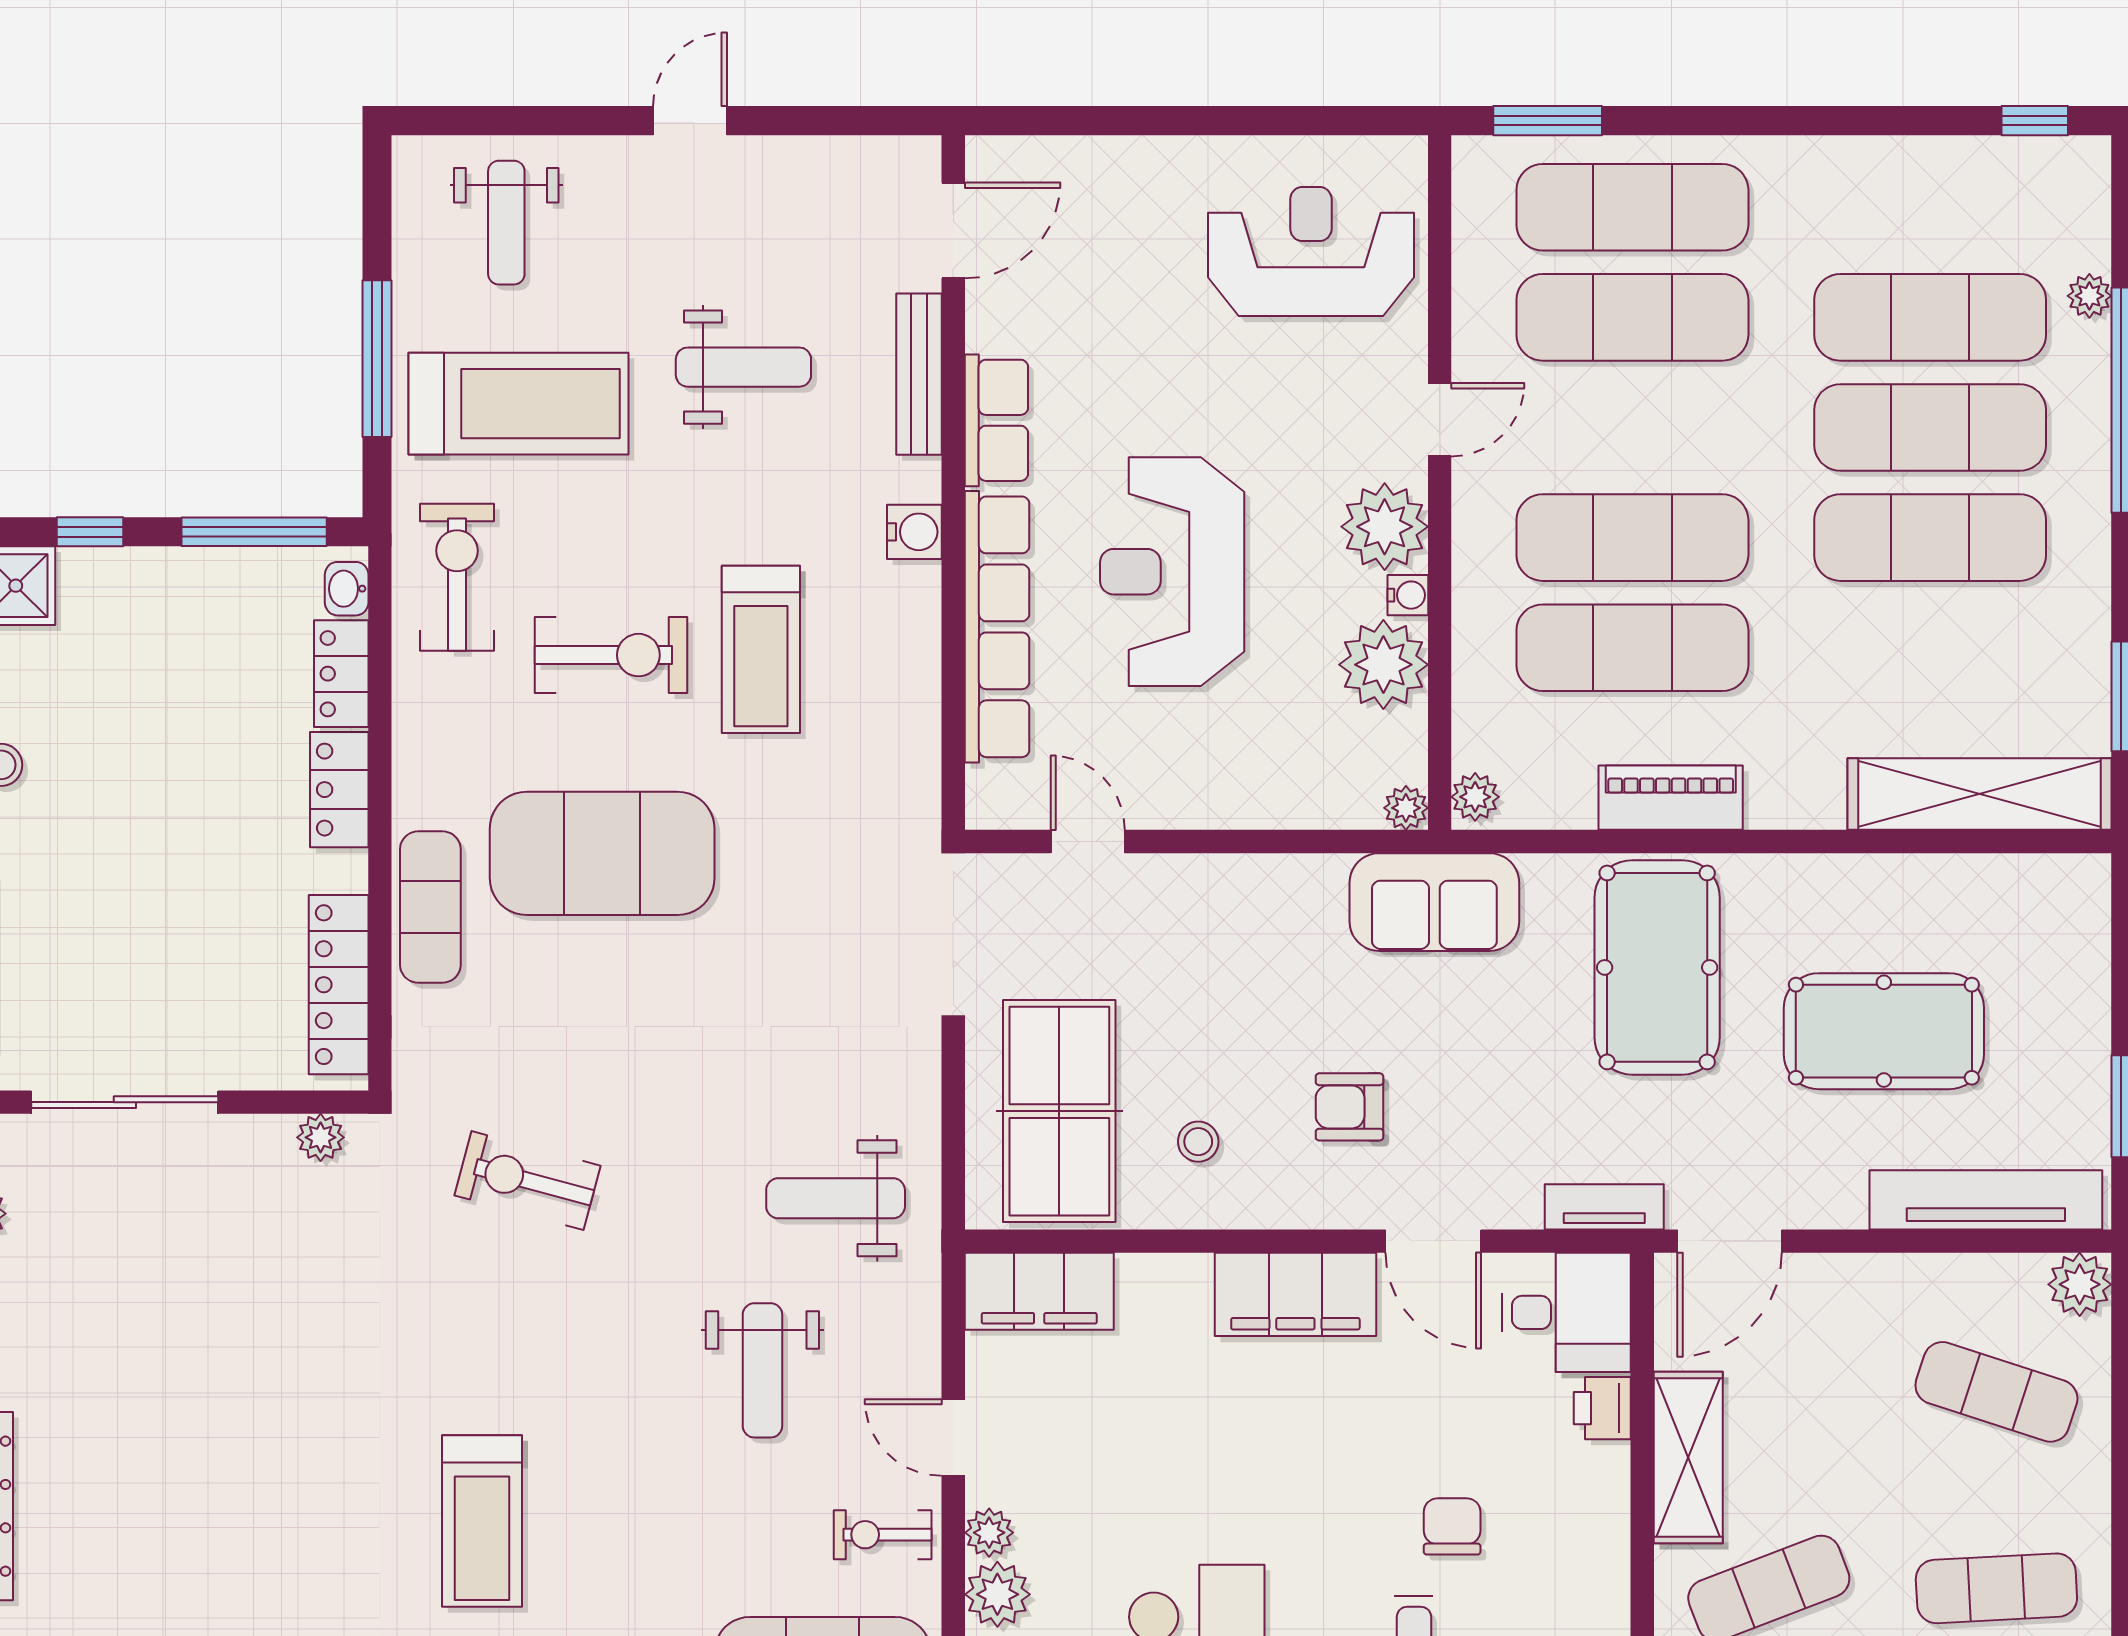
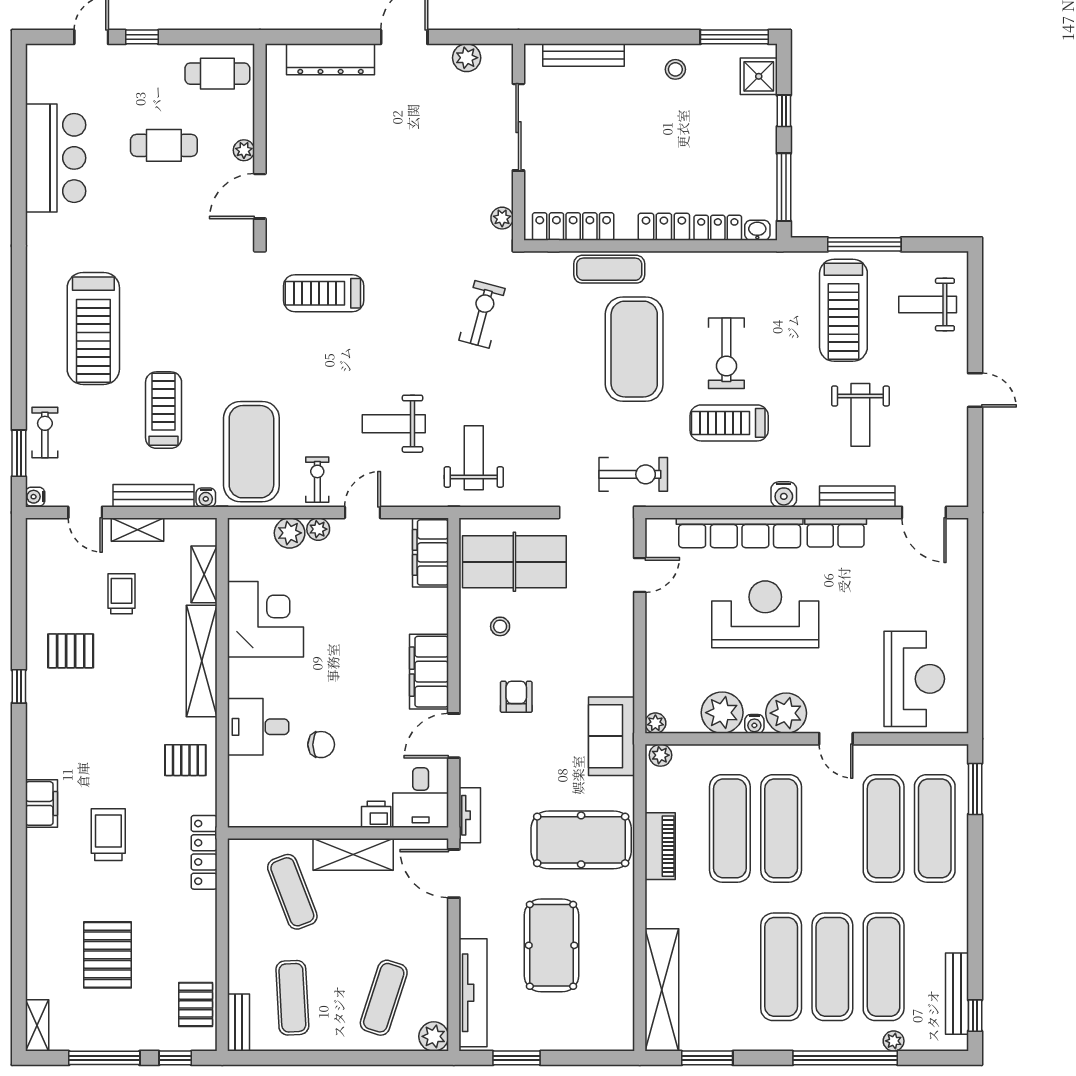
bench: (1988, 160) -> (957, 994), added
exercise bike: (457, 577) -> (633, 474), moved

